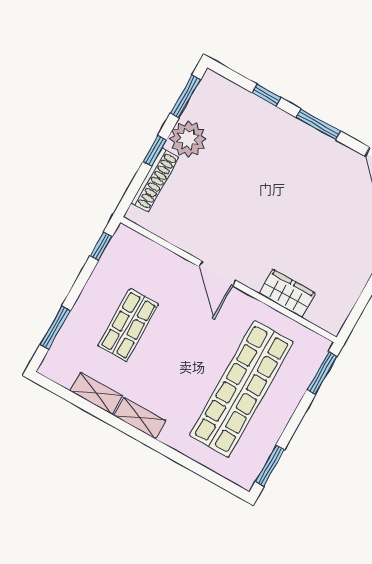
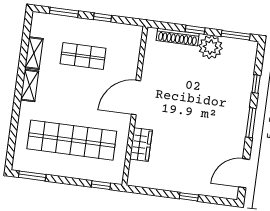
window: (101, 246) -> (103, 17), moved
door: (217, 273) -> (136, 98), width x1.36
window: (322, 373) -> (101, 185), width x0.67

